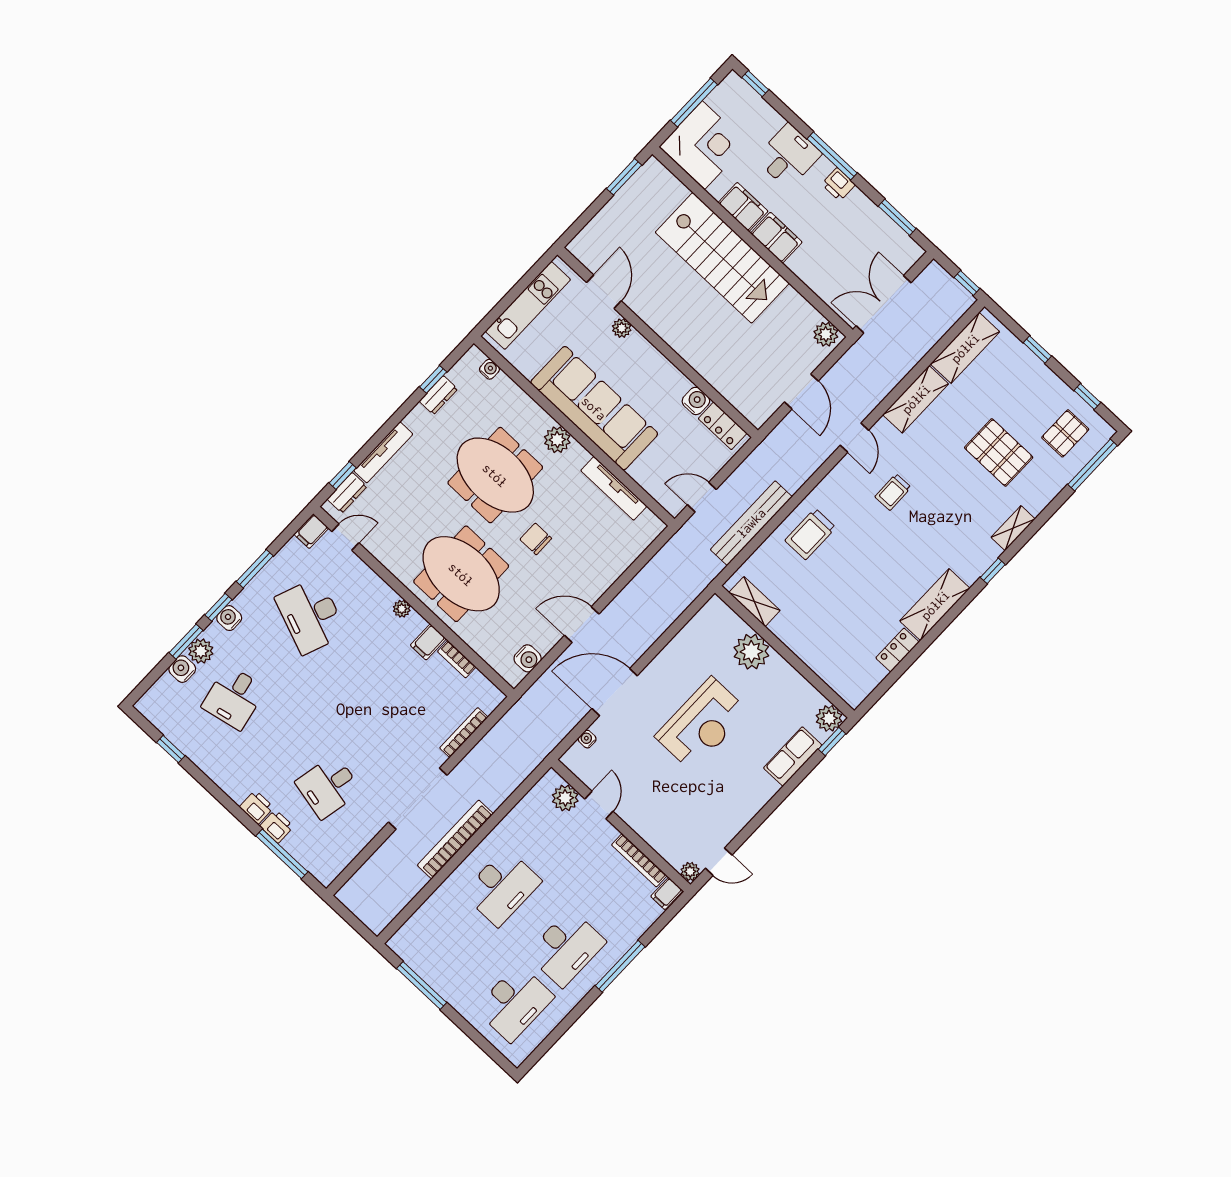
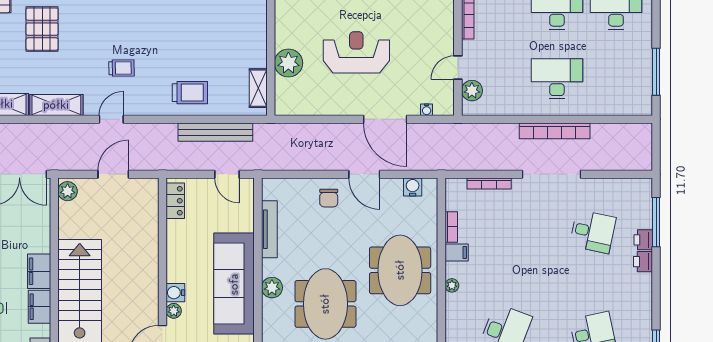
water cooler: (696, 401) -> (175, 293), moved
chair: (536, 539) -> (329, 198), moved

